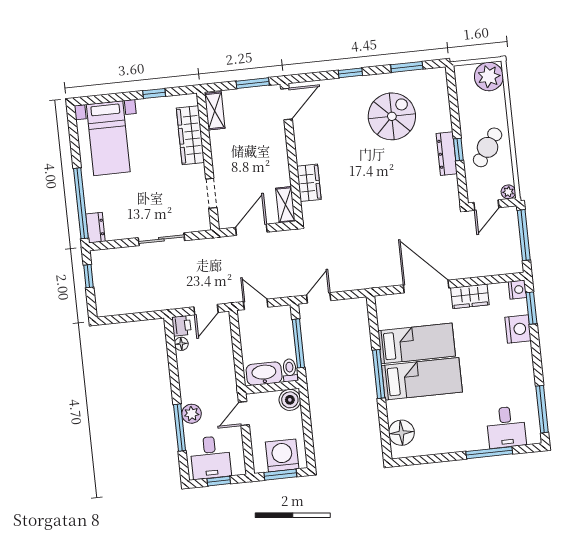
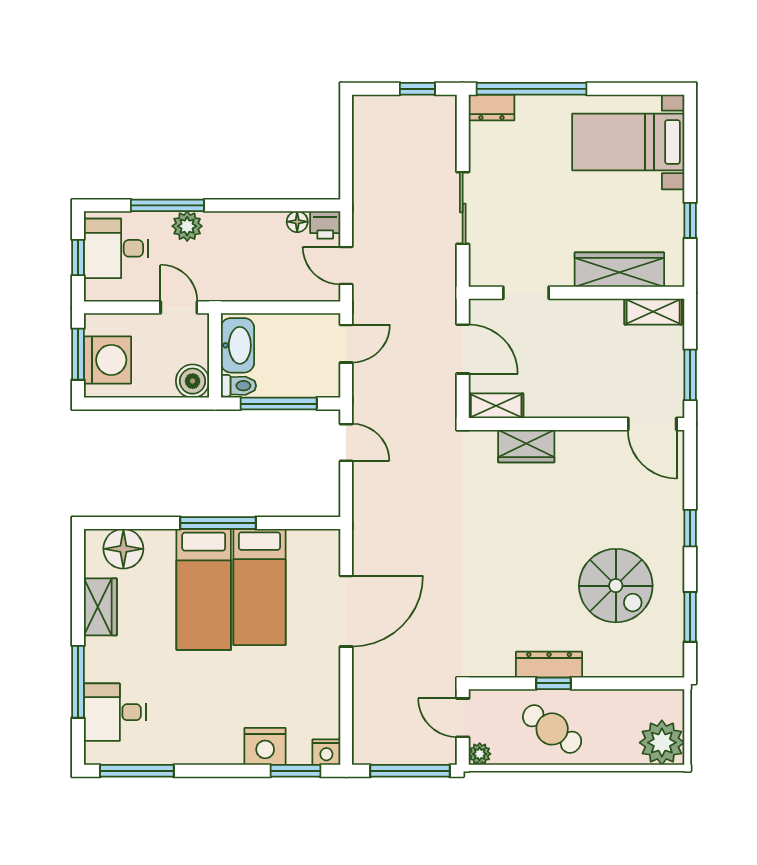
wardrobe: (470, 296) -> (100, 607), moved, turned 180

